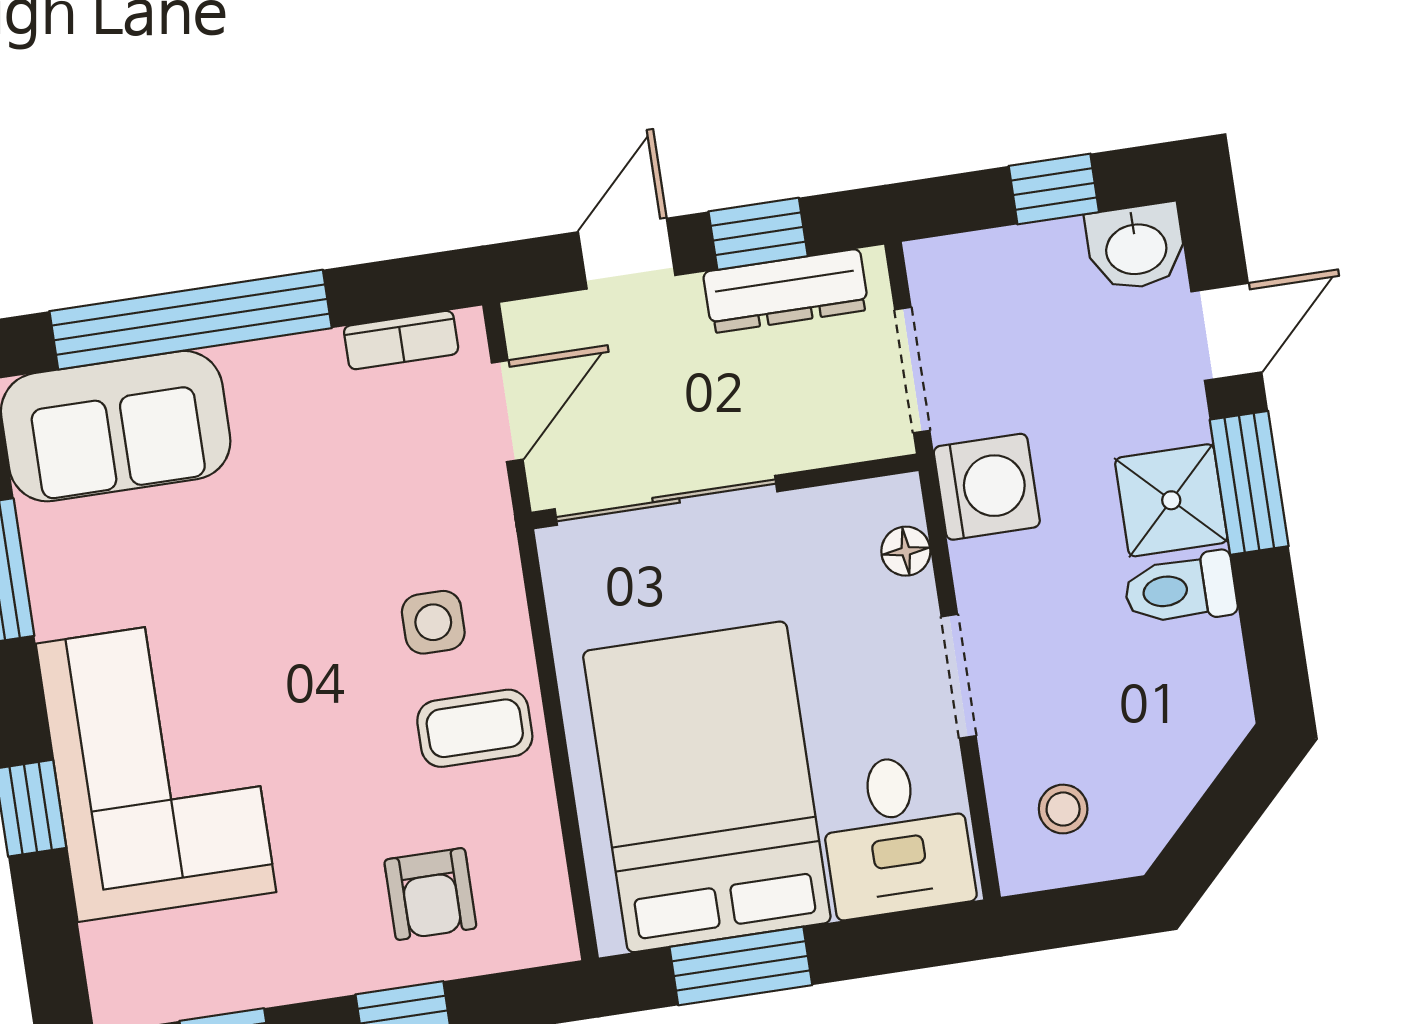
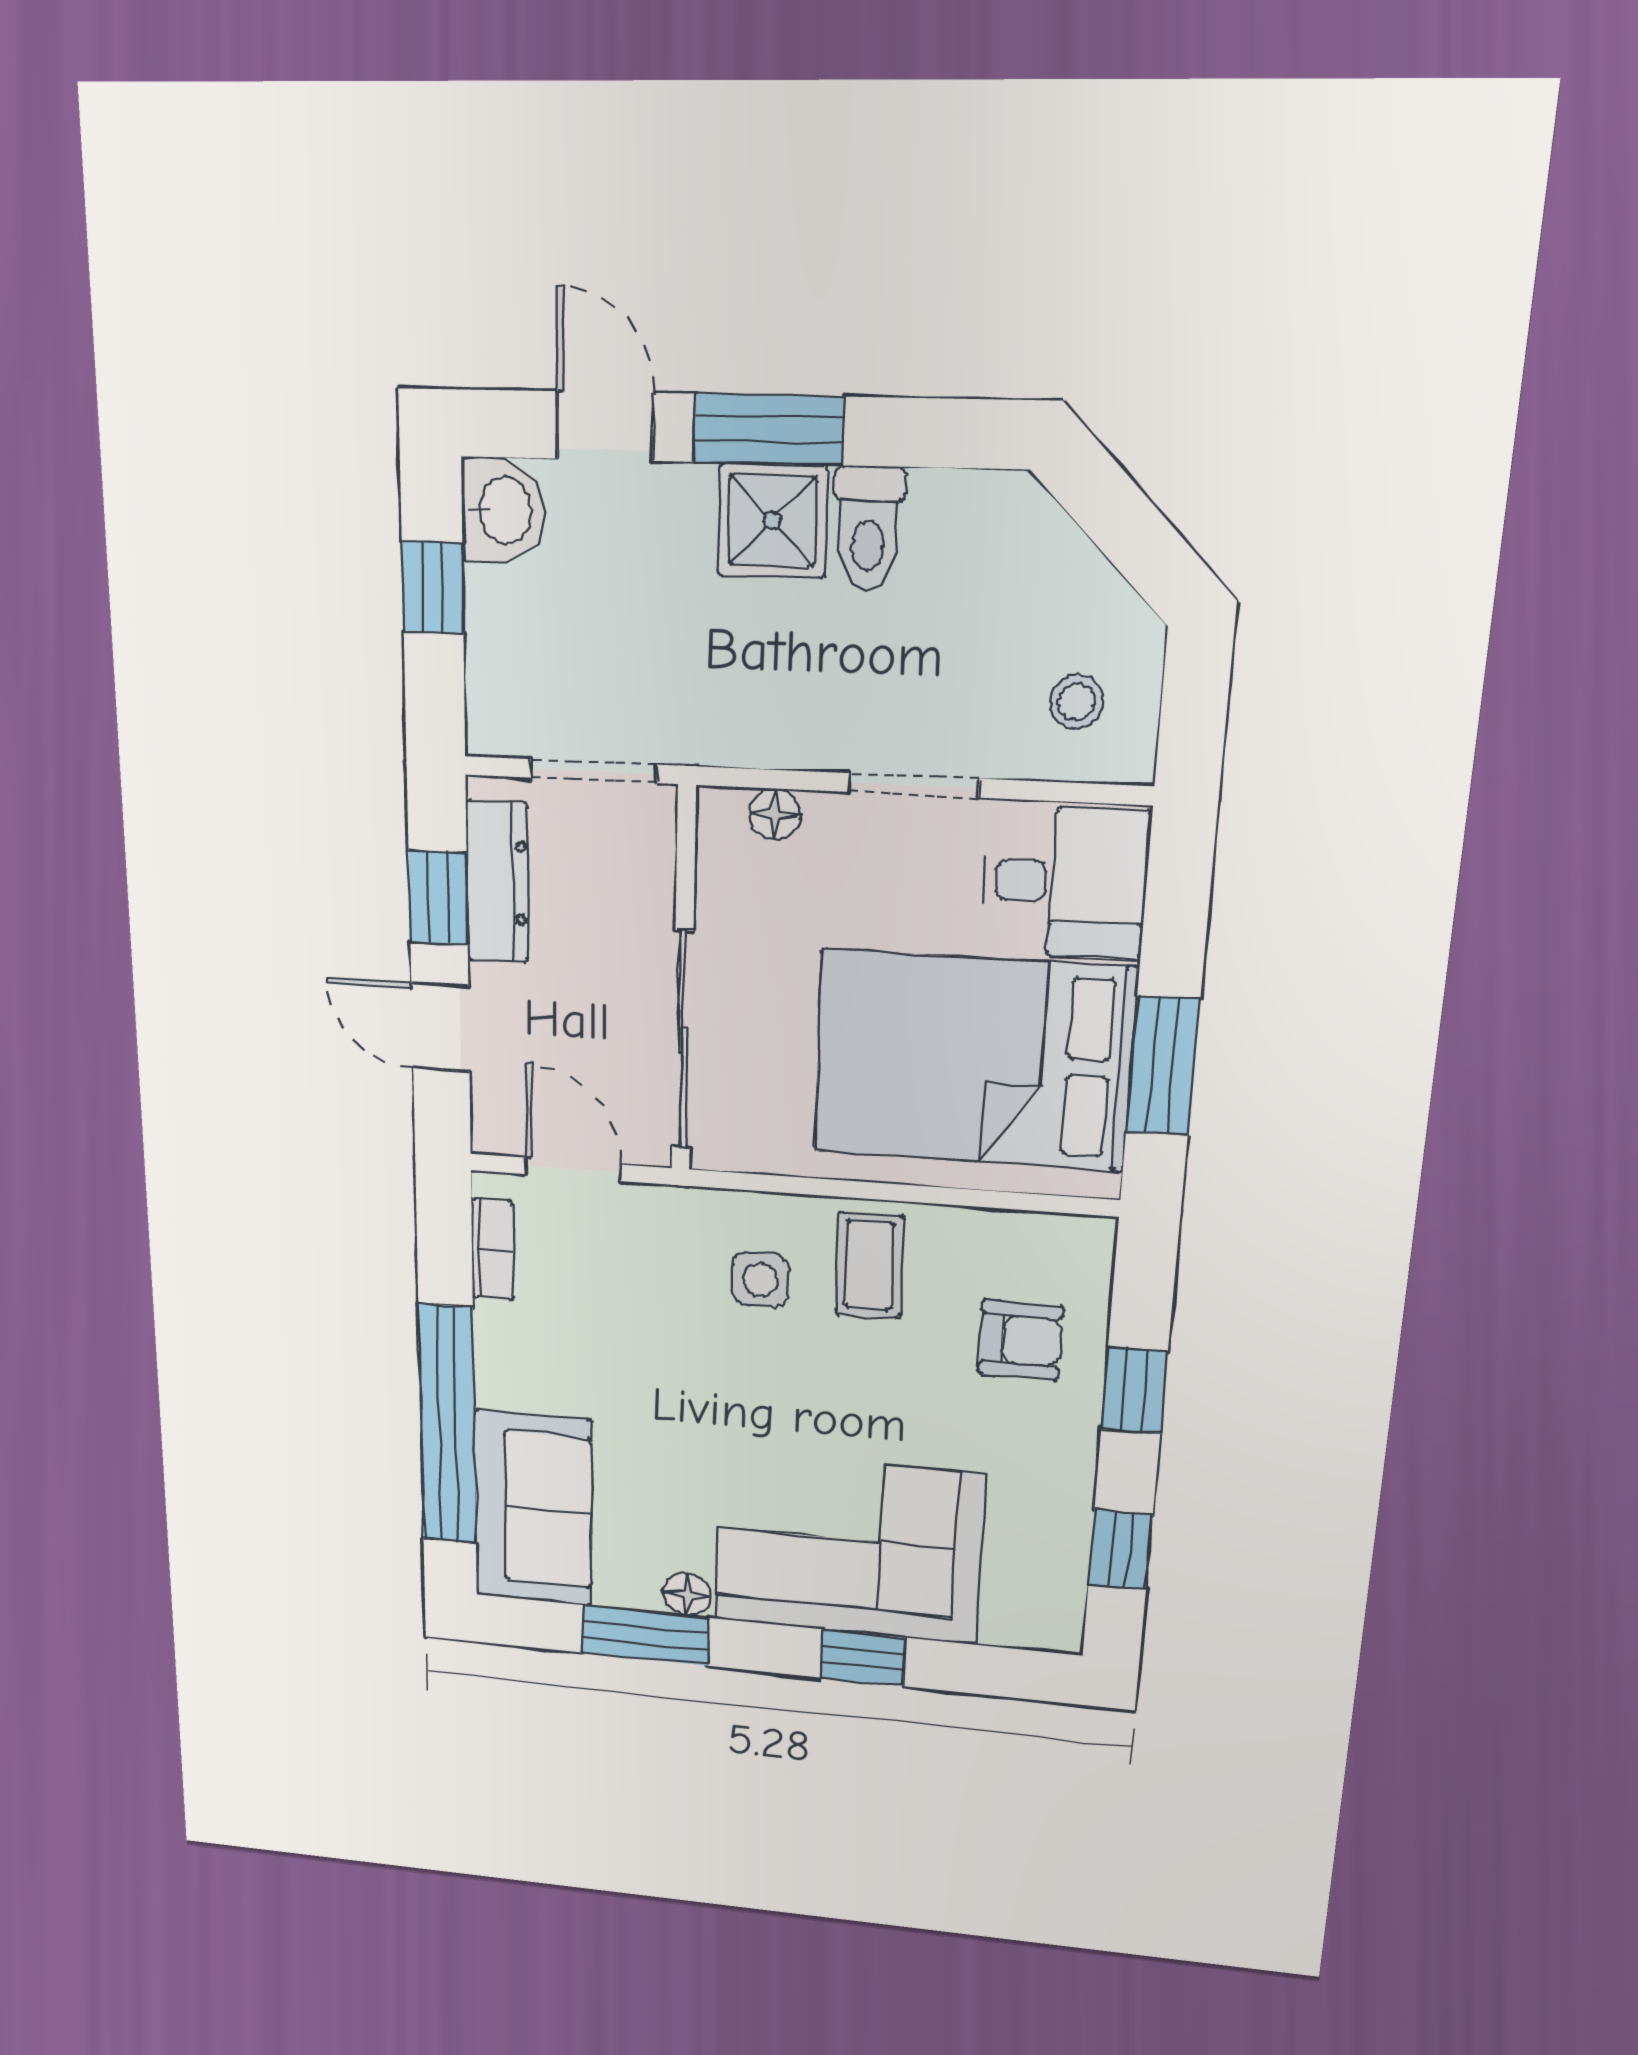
washing machine: (987, 487) -> (724, 717), removed
floor lamp: (57, 608) -> (687, 1594), added

